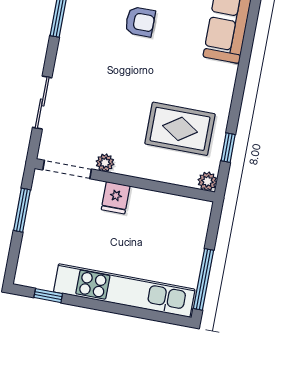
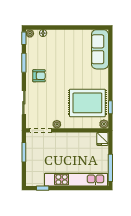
armchair: (140, 22) -> (39, 76), moved
rug: (180, 129) -> (87, 103), width x1.37, depth x1.44
fridge: (116, 198) -> (102, 139), moved

